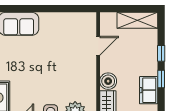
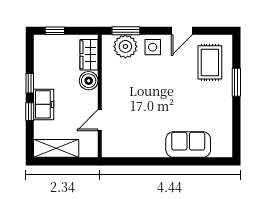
freezer: (149, 90) -> (44, 104), moved

